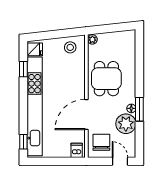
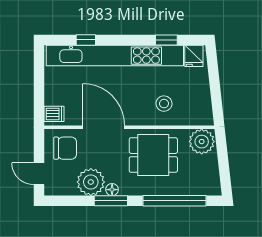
plant: (92, 39) -> (202, 142), width x1.88, depth x1.88
stool: (70, 47) -> (164, 104), moved
window: (139, 63) -> (175, 201), added
window: (23, 142) -> (86, 40), moved
door: (120, 161) -> (39, 174), swing flipped

